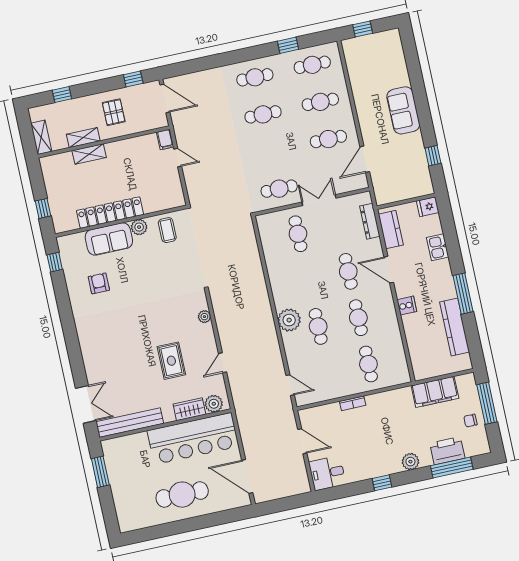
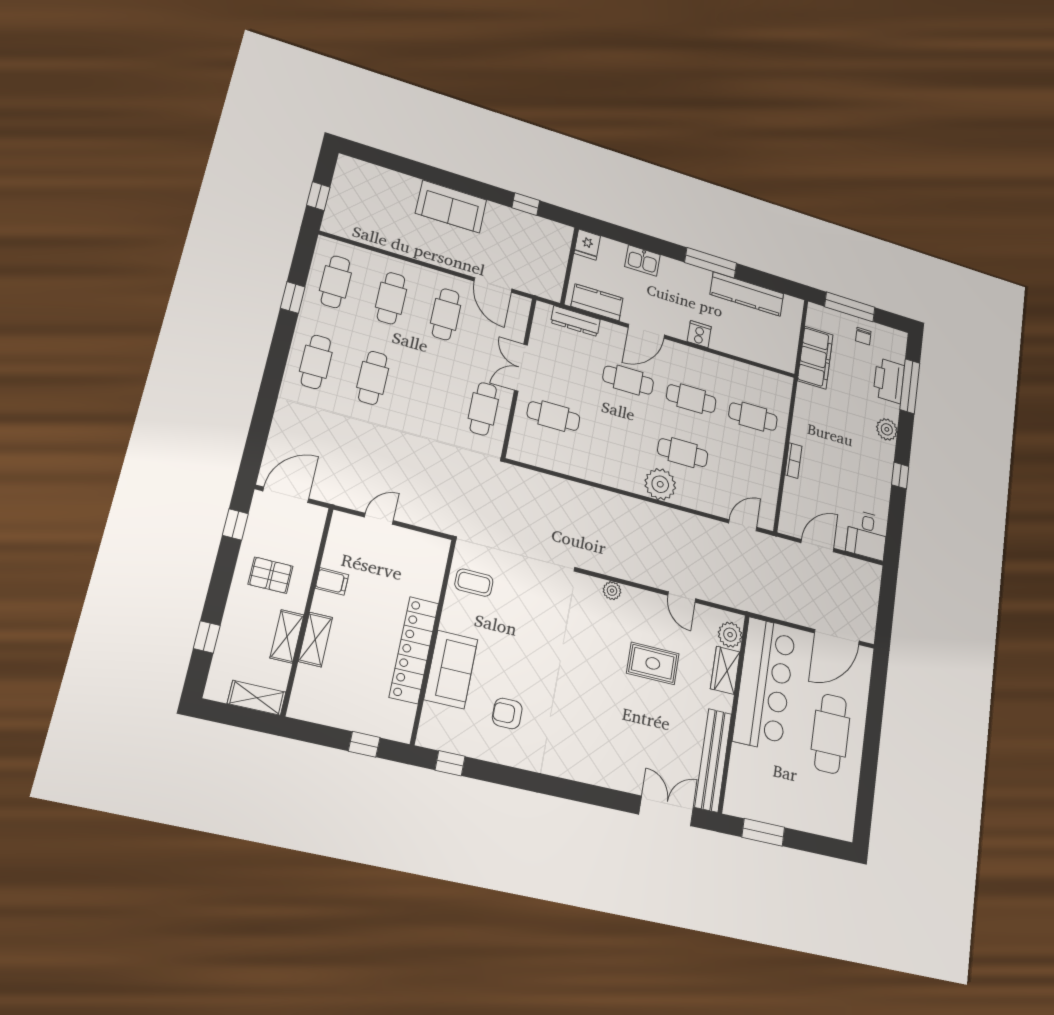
filing cabinet: (165, 139) -> (332, 581), moved
plant: (139, 227) -> (453, 619), removed

